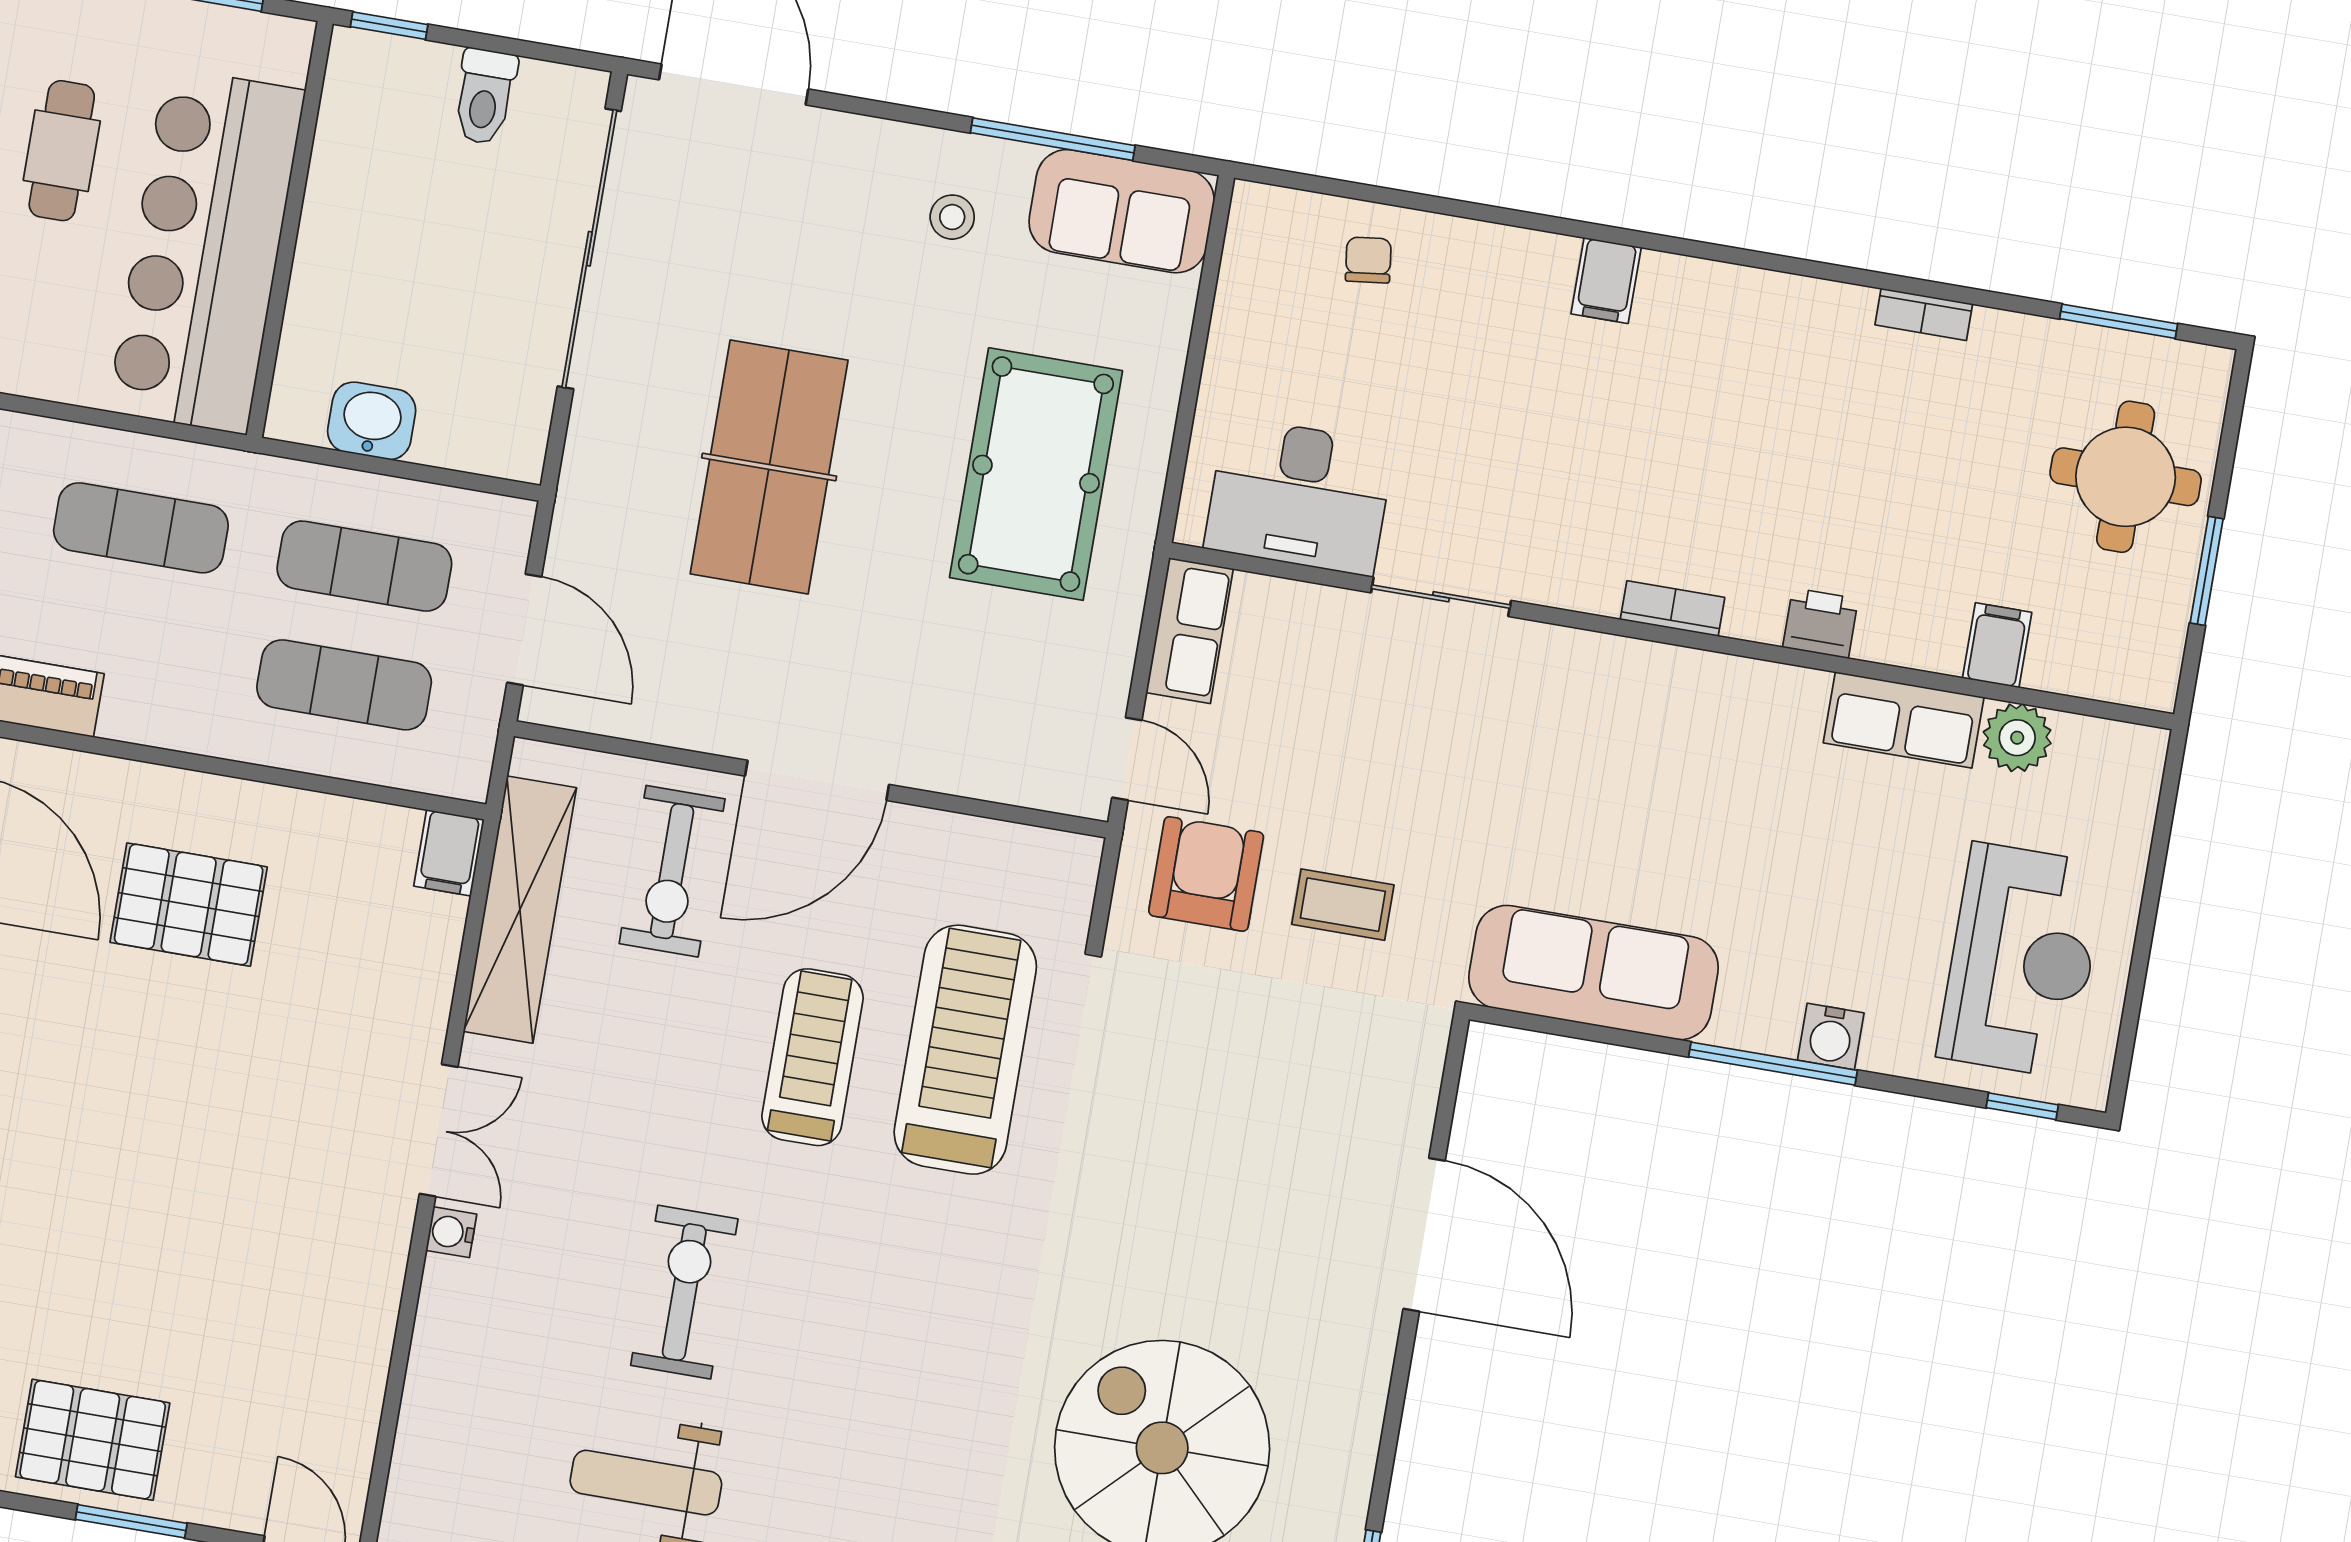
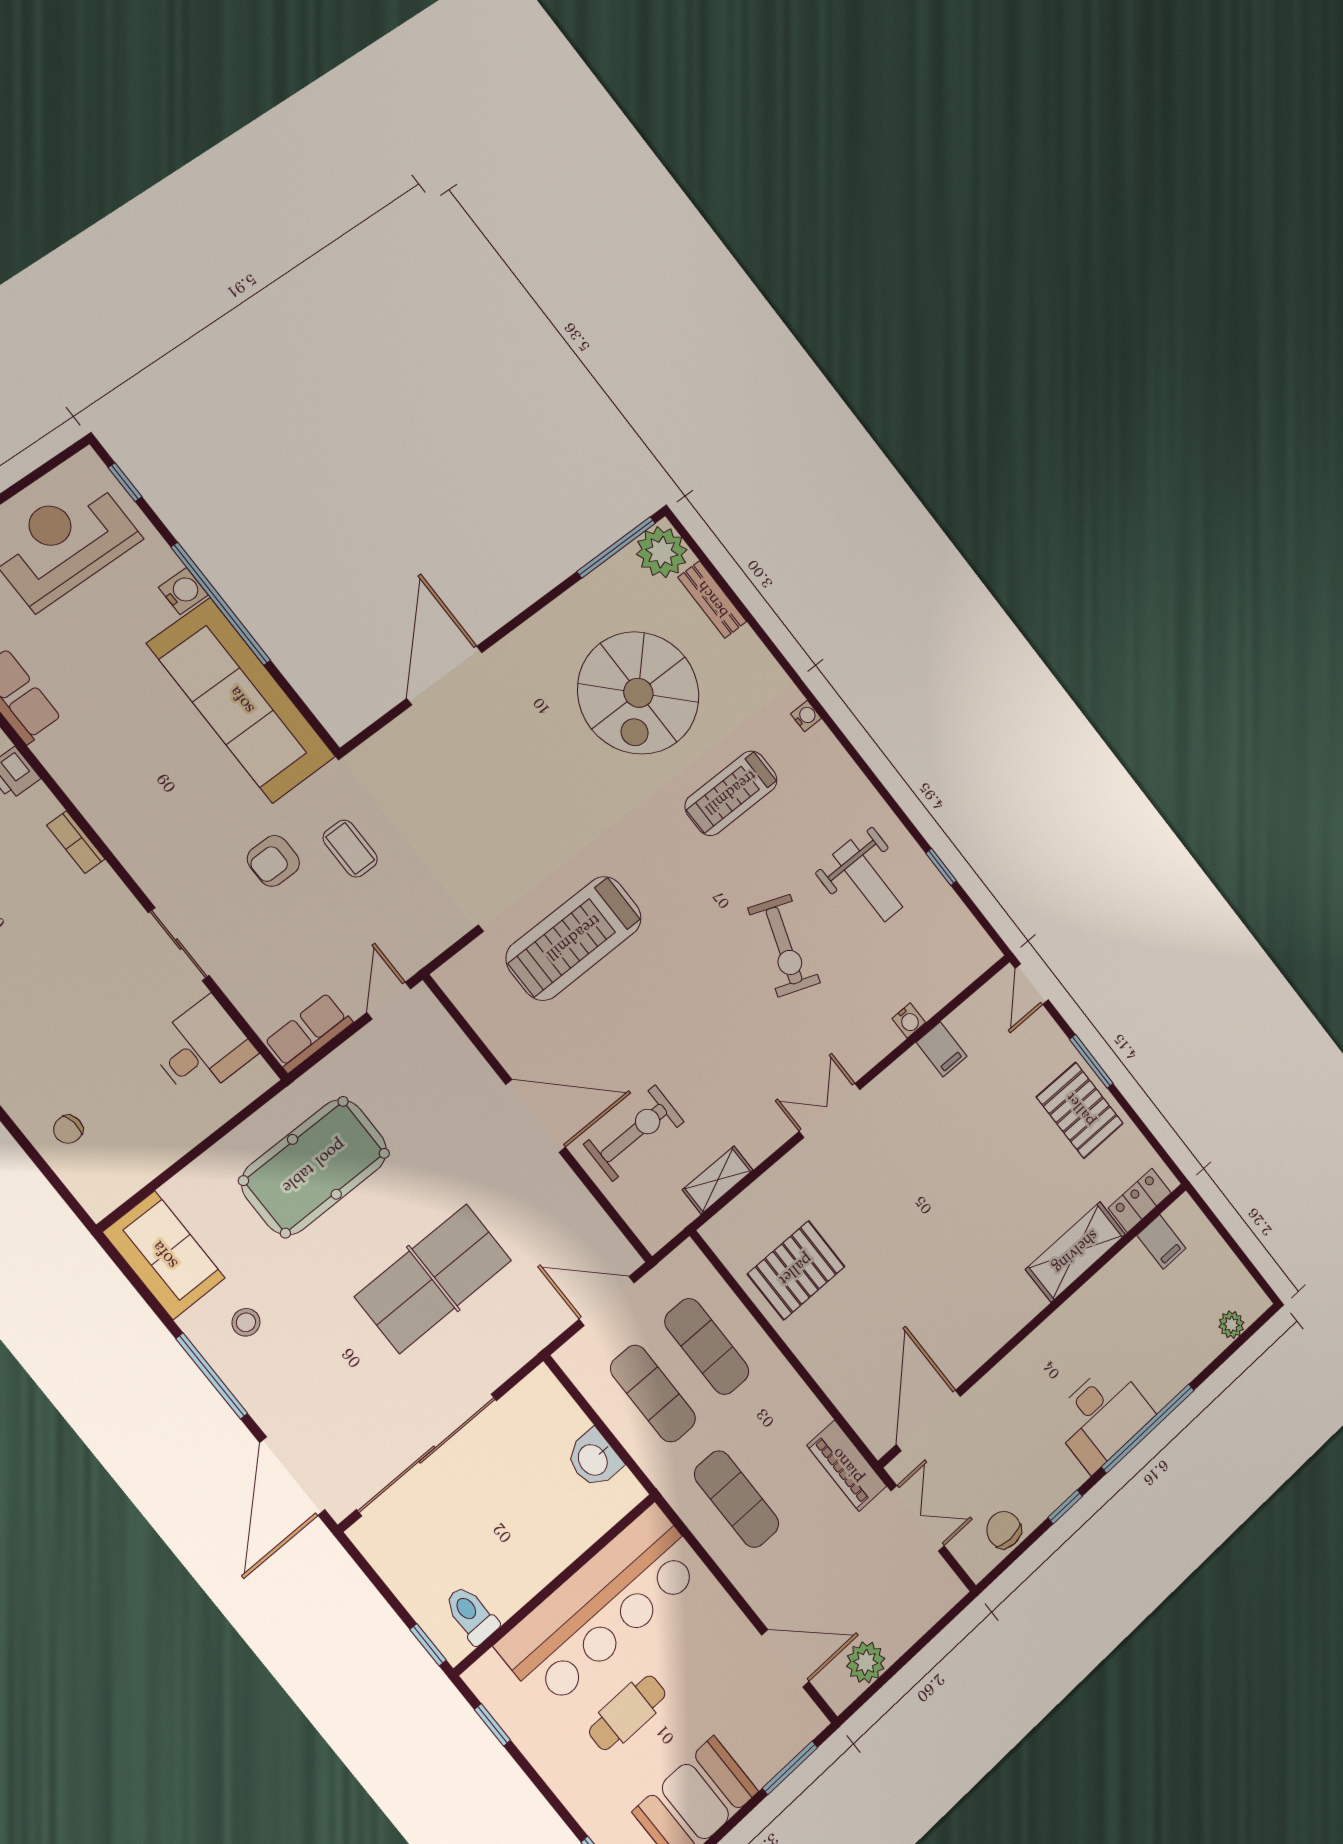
toilet: (485, 96) -> (471, 1615), moved, turned -90
window: (1053, 139) -> (212, 1376), moved
desk: (1299, 496) -> (202, 1049), width x0.73
door: (524, 630) -> (607, 1301), hinge flipped
filing cabinet: (449, 853) -> (942, 1049), moved, turned 90
armchair: (1206, 874) -> (273, 861), moved, width x0.72, depth x0.72
pallet: (189, 905) -> (796, 1270), moved, turned 90
shelving: (520, 910) -> (718, 1180), width x0.45, depth x0.75
sofa: (1594, 973) -> (241, 700), width x1.36, depth x1.27
treadmill: (813, 1057) -> (731, 793), moved
window: (1773, 1064) -> (221, 604), width x1.46
water cooler: (451, 1232) -> (909, 1020), moved
exercise bike: (684, 1292) -> (784, 946), turned -70

